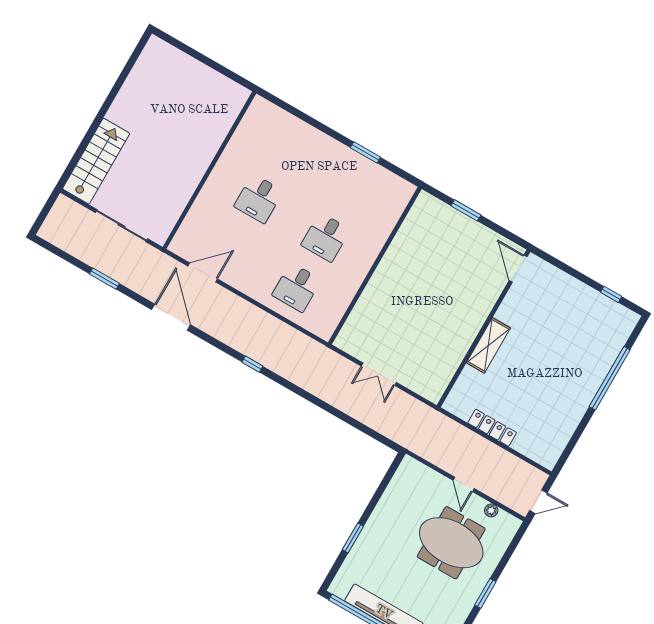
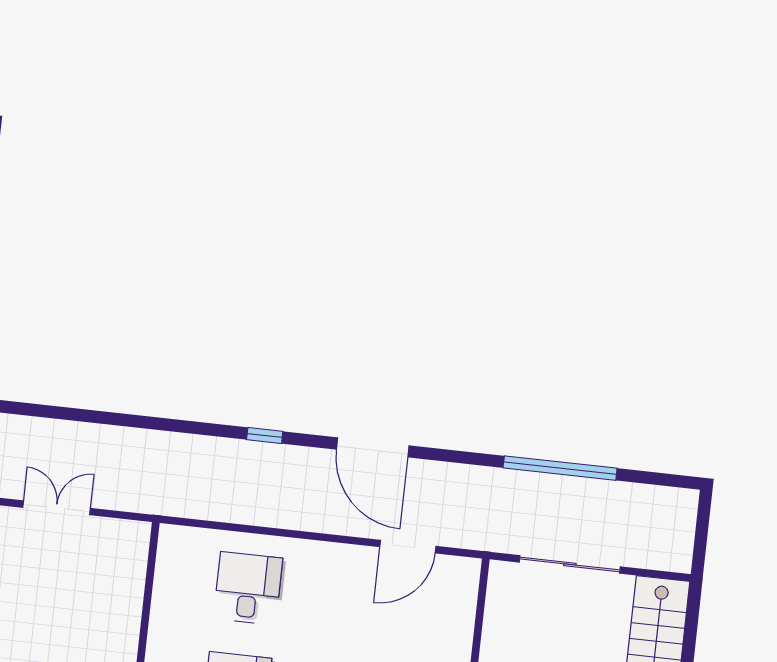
window: (104, 279) -> (560, 468), width x2.11
door: (171, 317) -> (373, 447), moved

